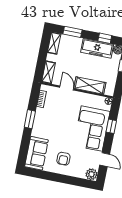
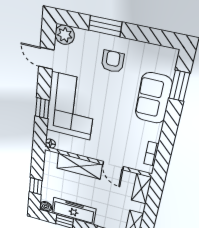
window: (30, 119) -> (179, 86), moved
sofa: (36, 153) -> (153, 98), moved
window: (67, 179) -> (105, 26), added

